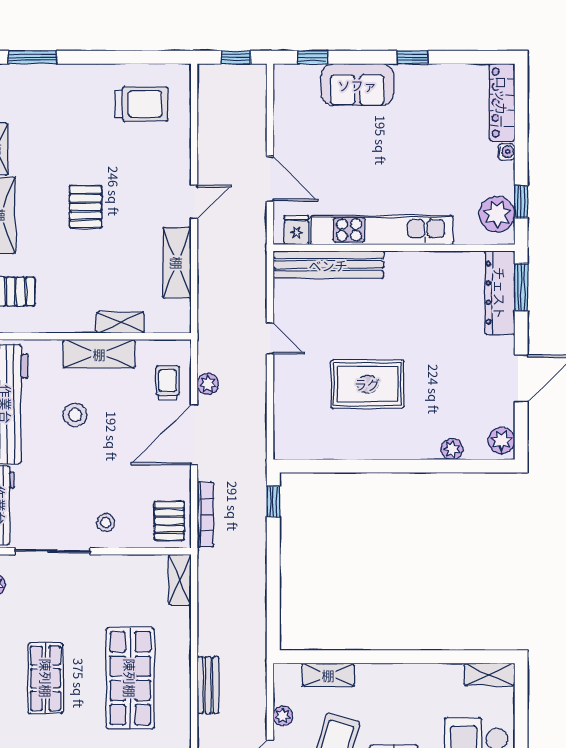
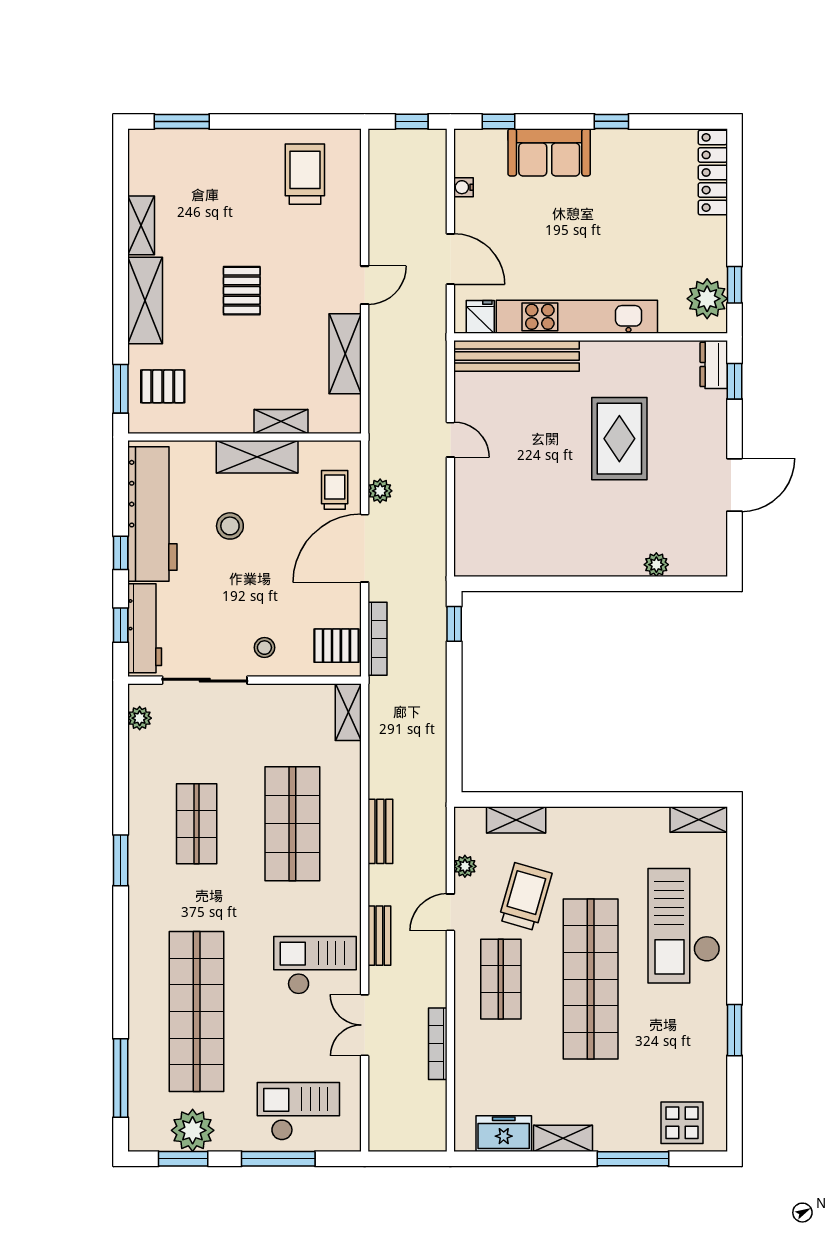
trolley: (141, 104) -> (305, 174), turned -90
water cooler: (506, 152) -> (463, 187), moved, turned 180
window: (521, 287) -> (734, 381), width x0.67
dresser: (500, 293) -> (714, 364), width x0.51, depth x0.80
rug: (367, 384) -> (619, 439), moved, turned 90
plant: (502, 441) -> (712, 555), removed
pallet: (169, 521) -> (336, 646), turned 90

